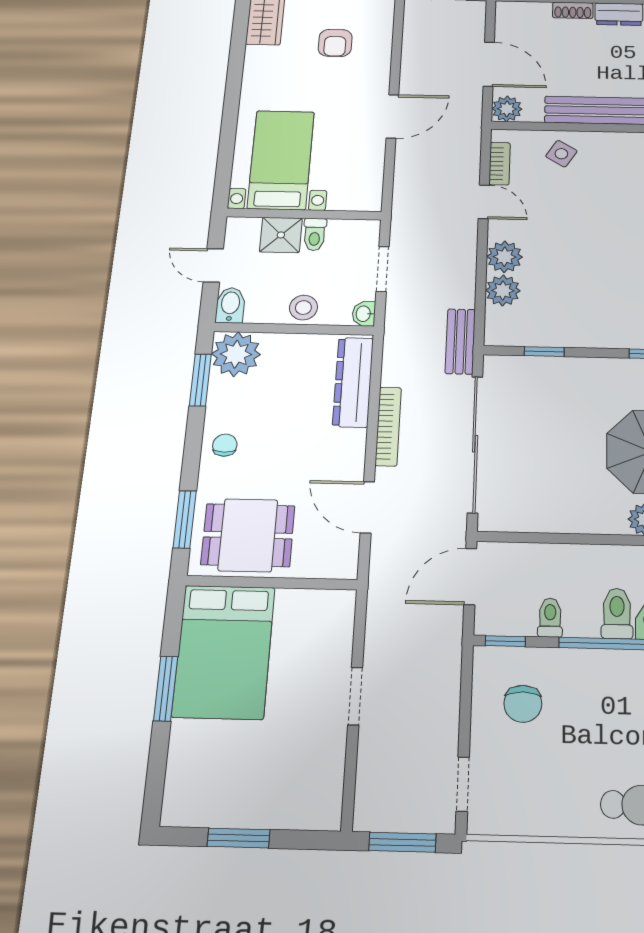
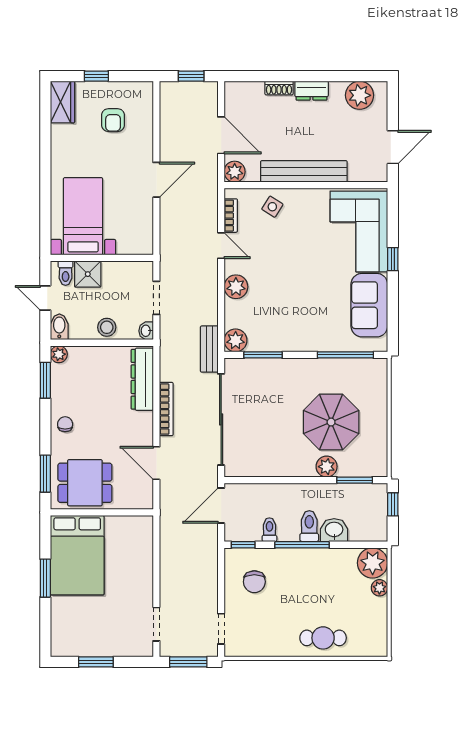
toilet: (315, 234) -> (66, 273), moved
plant: (503, 291) -> (236, 340), moved
window: (544, 352) -> (263, 355), width x1.50
plant: (236, 354) -> (59, 354), width x0.53, depth x0.53
doorway: (355, 696) -> (156, 624), moved

